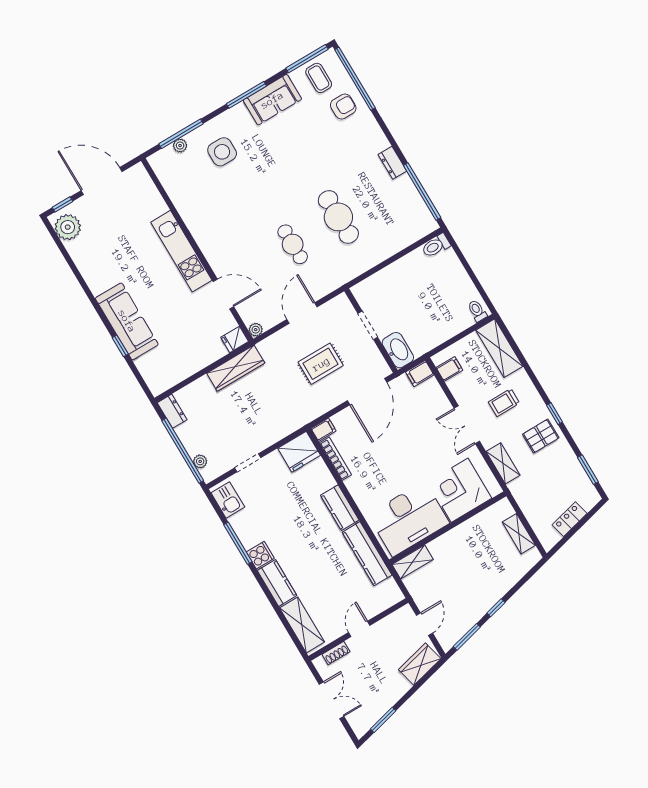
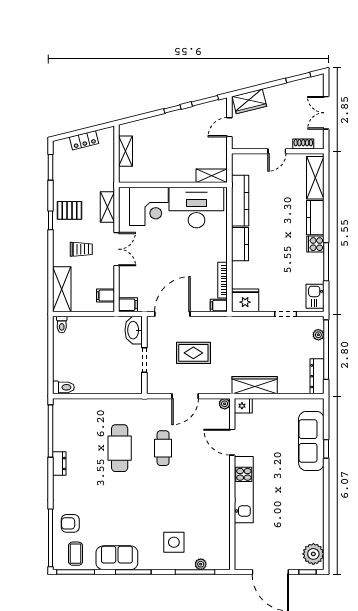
sofa: (127, 321) -> (311, 441), moved
dresser: (172, 411) -> (317, 376), width x1.44

